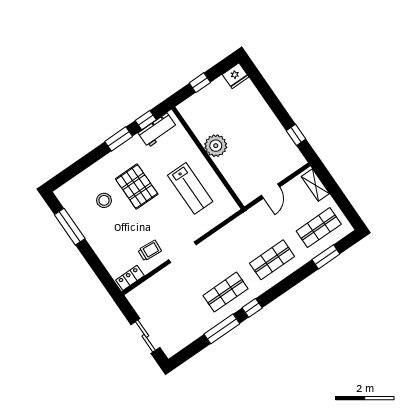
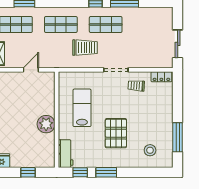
workbench: (158, 130) -> (66, 154), moved, turned 90
stool: (104, 200) -> (150, 150), moved
trolley: (230, 253) -> (85, 48), added
sliding door: (145, 336) -> (178, 44), moved

